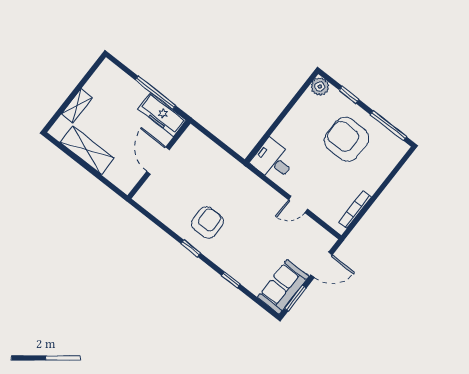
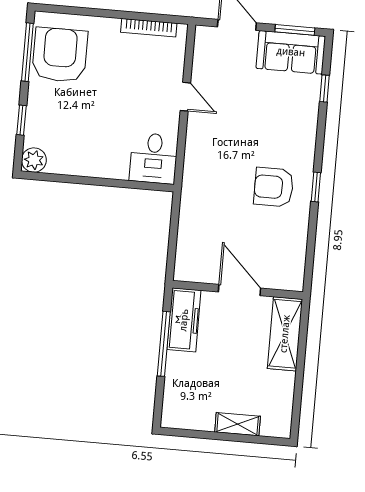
armchair: (347, 139) -> (60, 55), moved, turned 180
shelving: (87, 150) -> (285, 334), moved
door: (158, 160) -> (240, 290), swing flipped
window: (231, 280) -> (324, 89), moved

